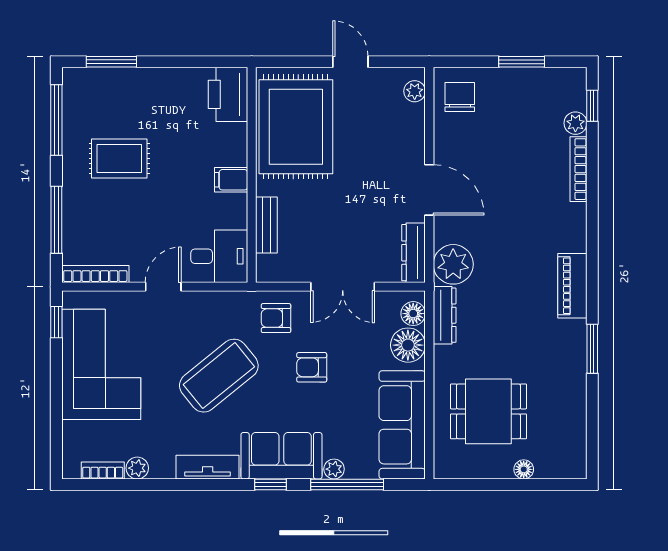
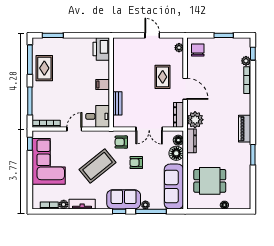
rug: (296, 127) -> (163, 77), moved, width x0.54, depth x0.49
rug: (119, 158) -> (44, 68), moved, turned 90
tv unit: (208, 467) -> (82, 204), moved

